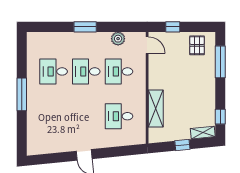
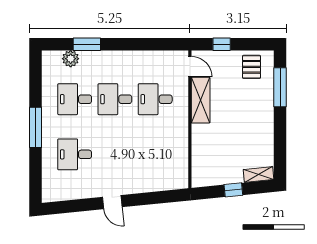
window: (85, 27) -> (87, 44), moved
plant: (118, 39) -> (71, 59), moved
shelving: (156, 109) -> (201, 100), moved
desk: (119, 116) -> (75, 154), moved
window: (220, 117) -> (280, 155), removed

